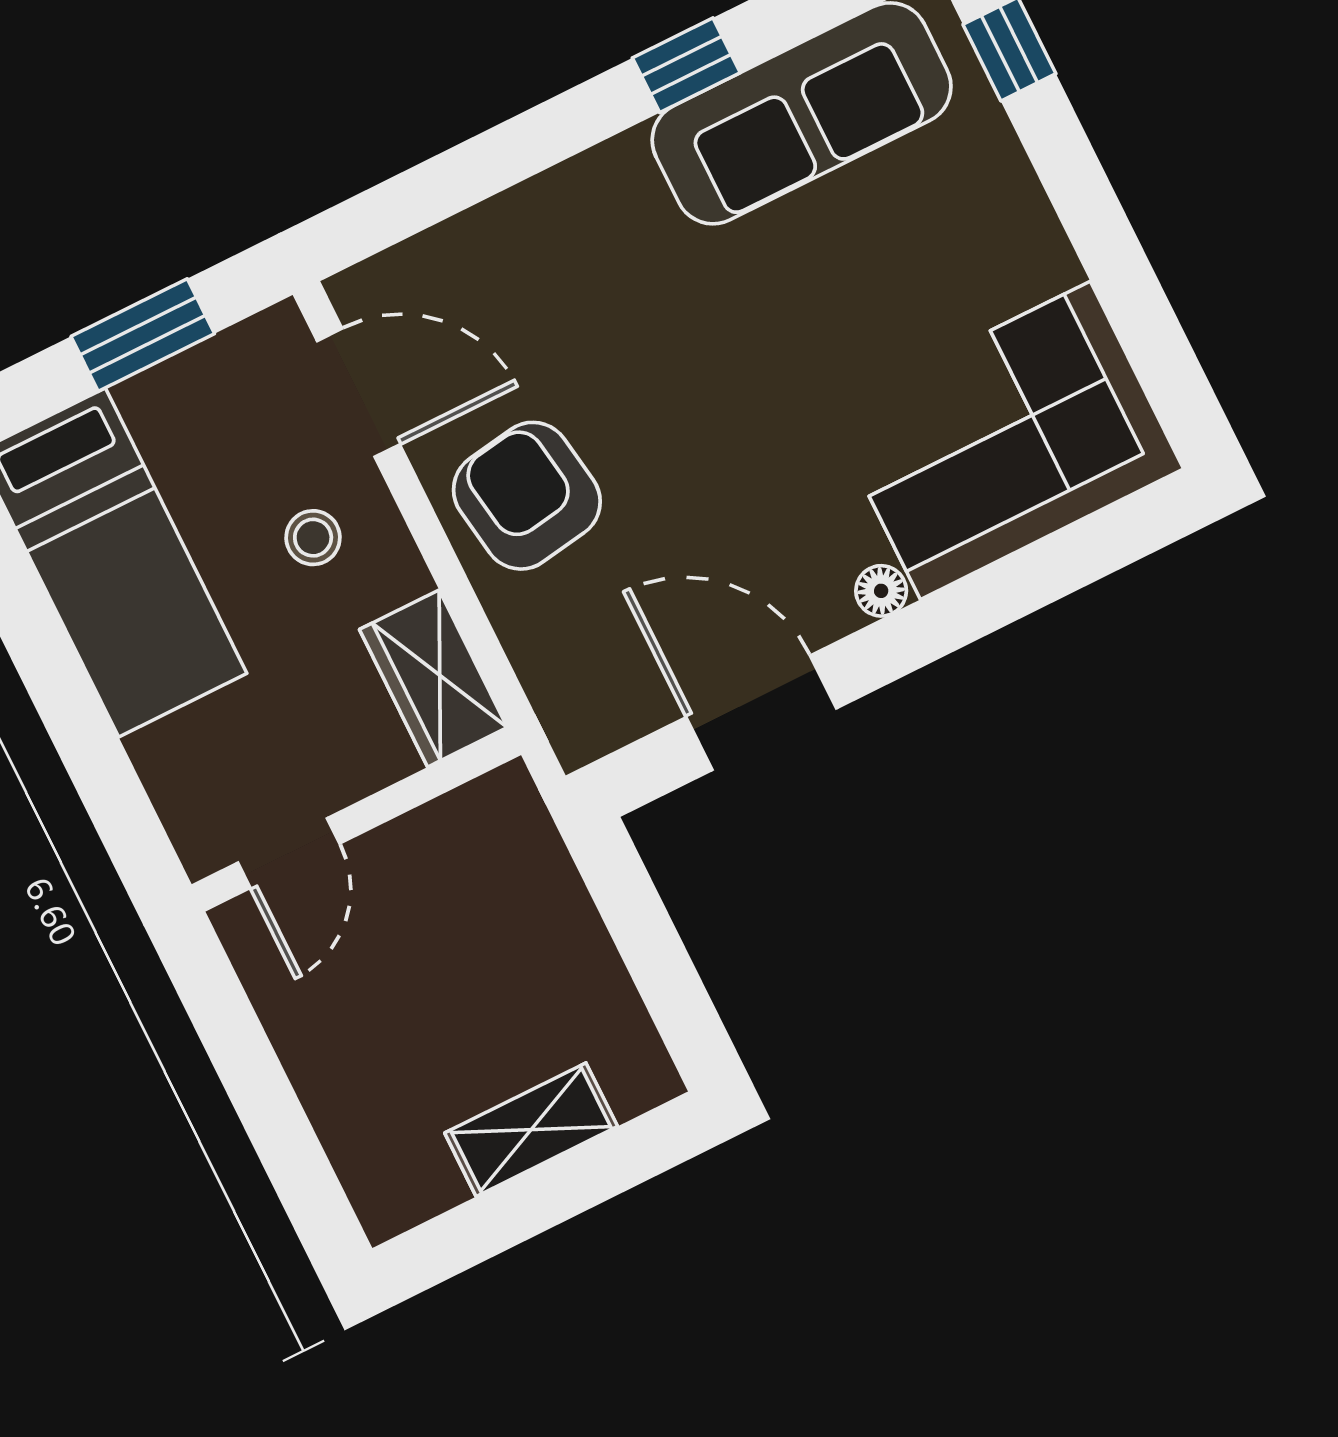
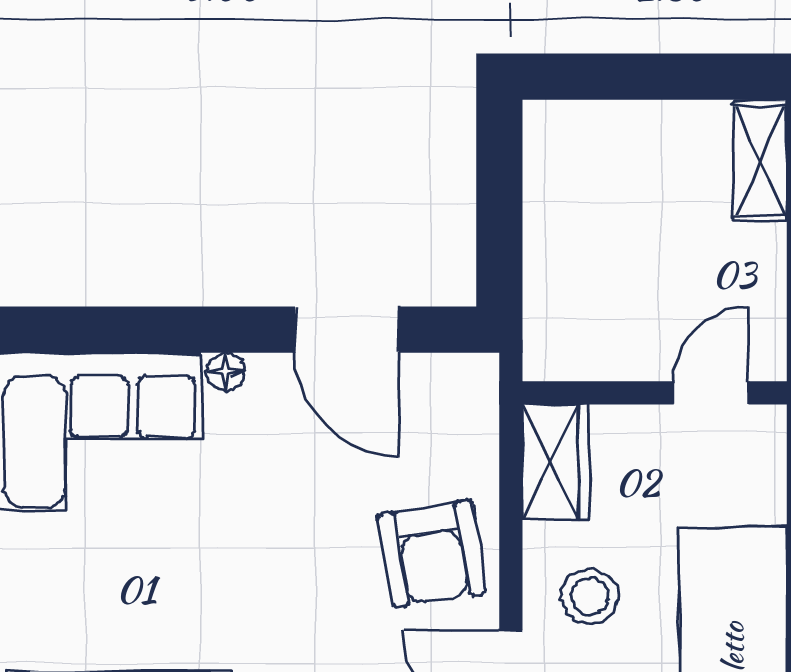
stool: (313, 538) -> (590, 597), width x1.37, depth x1.37
shelving: (531, 1130) -> (760, 161), moved, turned 90

